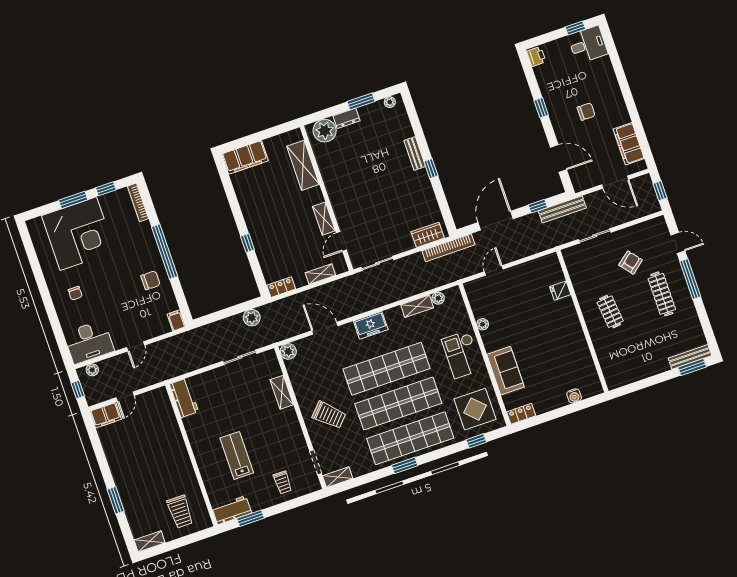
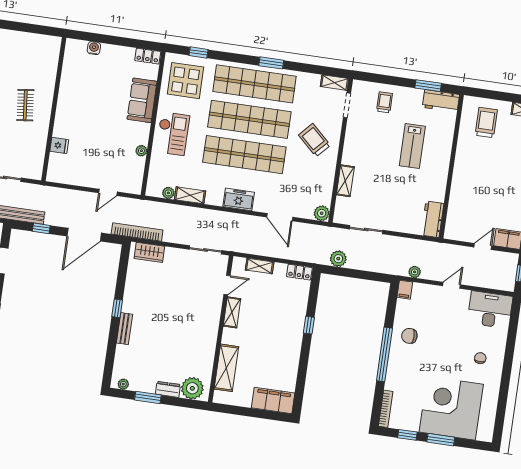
plant: (92, 370) -> (415, 272), moved

